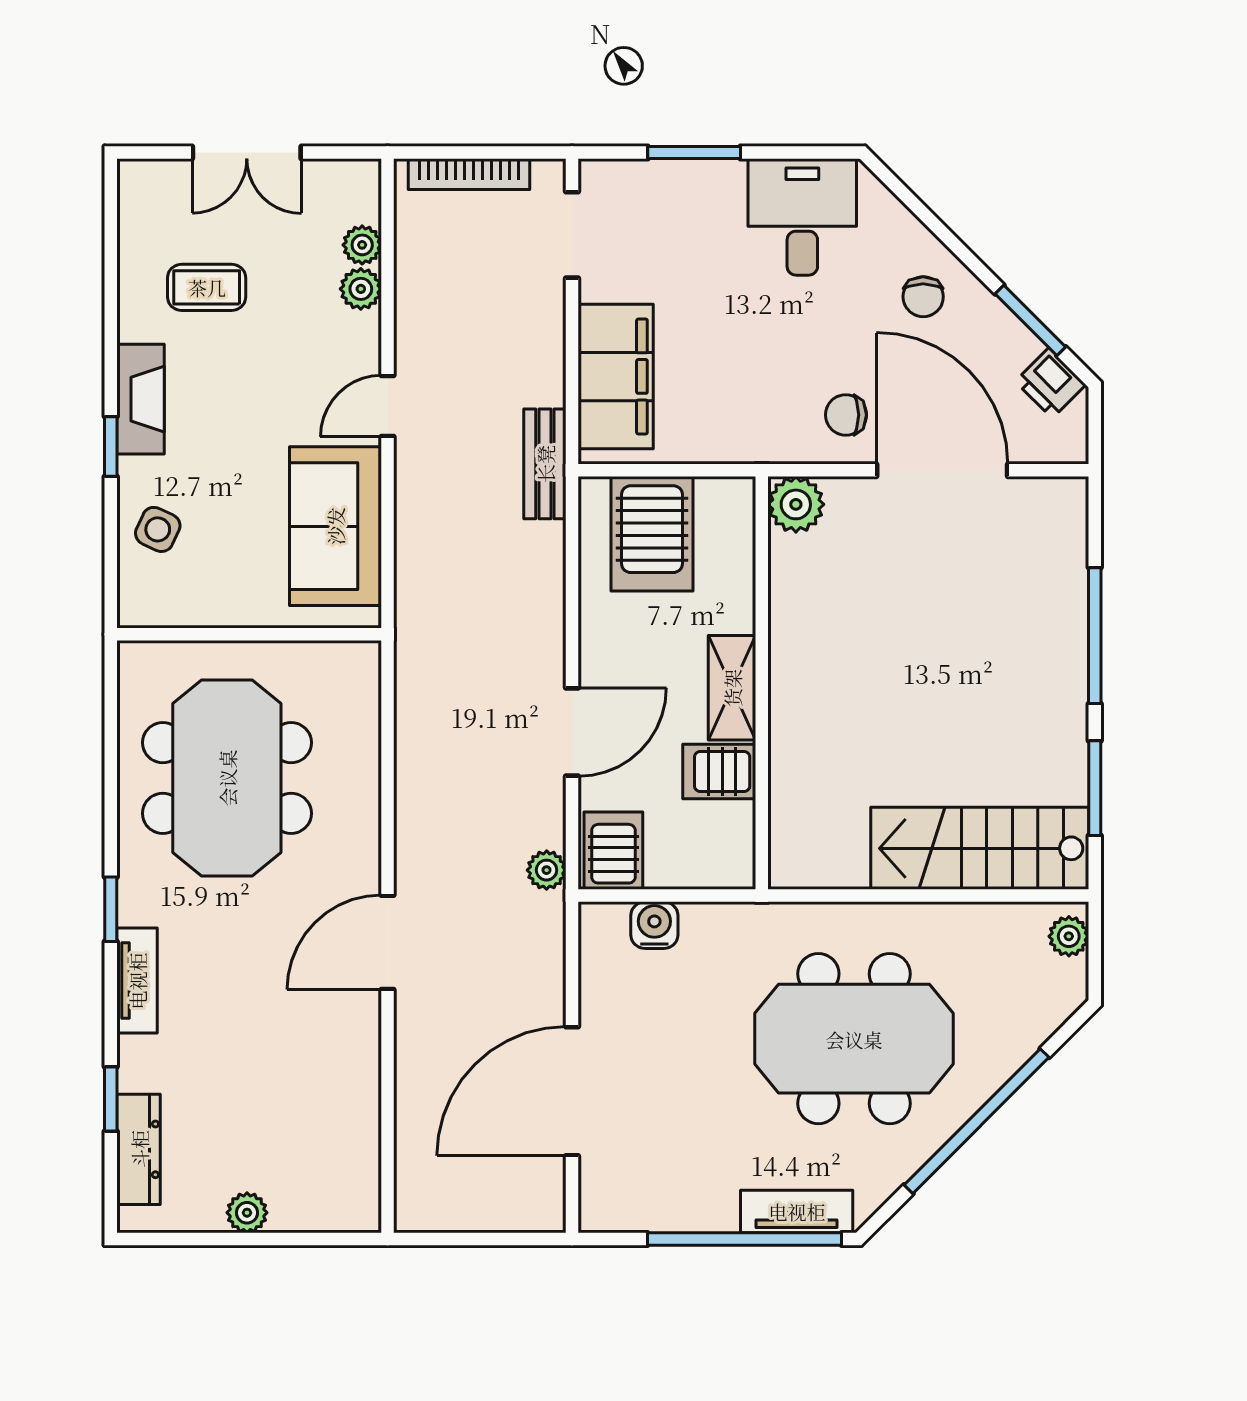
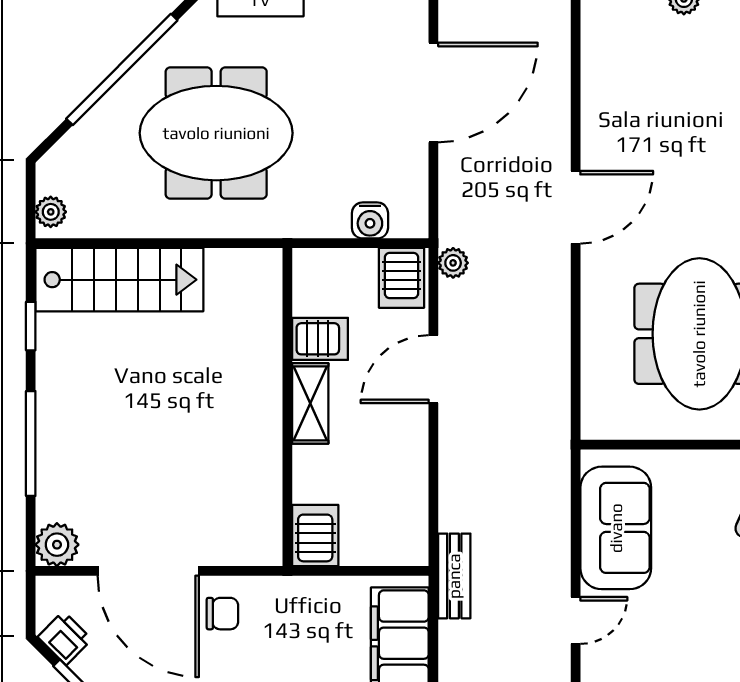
plant: (796, 504) -> (57, 545), moved
server rack: (652, 534) -> (315, 536), moved, width x0.73, depth x0.70
window: (1095, 788) -> (31, 326), width x0.67

